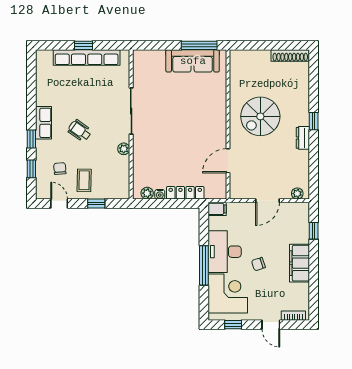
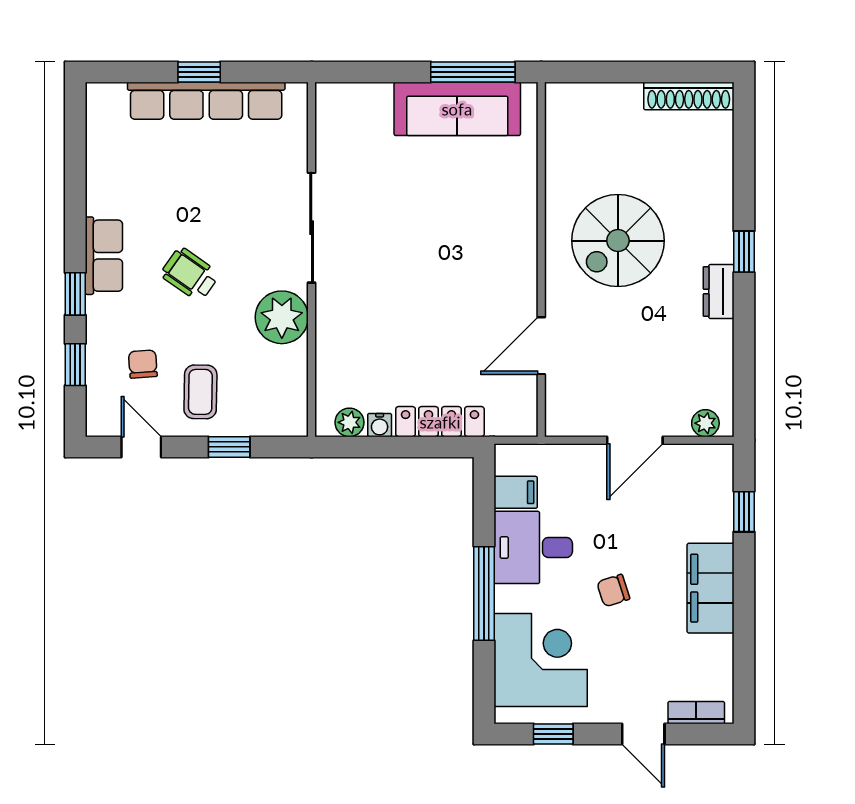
plant: (124, 149) -> (282, 317), width x1.88, depth x1.88
filing cabinet: (217, 209) -> (516, 492), moved
desk: (225, 252) -> (533, 547), width x0.73

